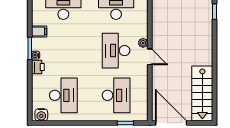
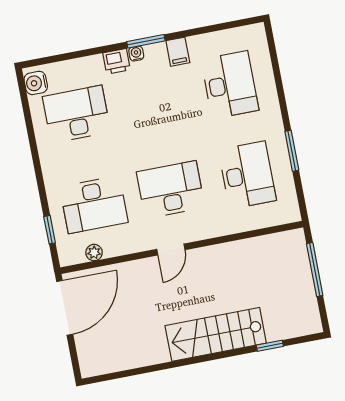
plant: (143, 43) -> (94, 253), moved
stairs: (202, 93) -> (216, 334), moved
desk: (63, 95) -> (77, 114), turned 180

